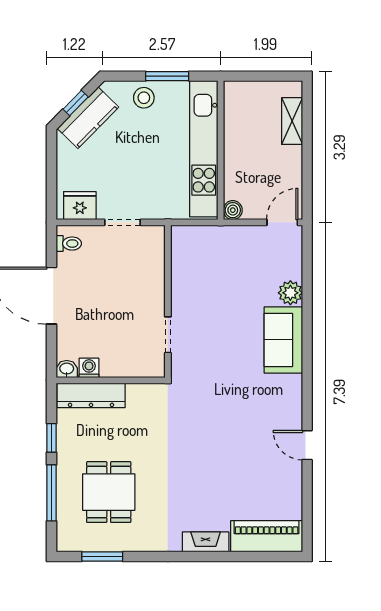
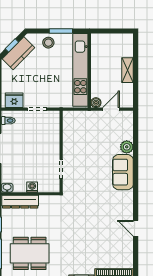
shelving: (292, 121) -> (128, 70), moved
door: (282, 222) -> (111, 109), moved
washing machine: (89, 368) -> (32, 187), moved
dining table: (109, 492) -> (30, 253), width x1.37

